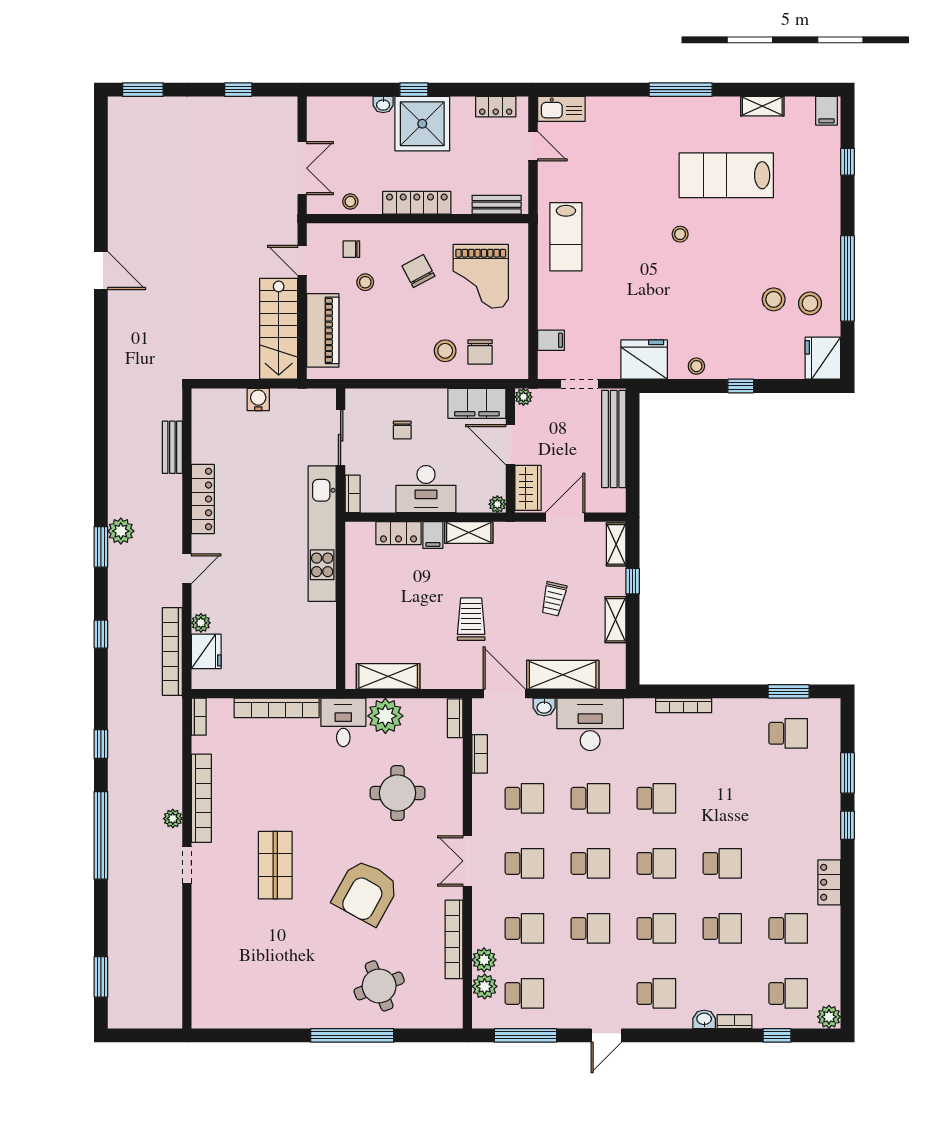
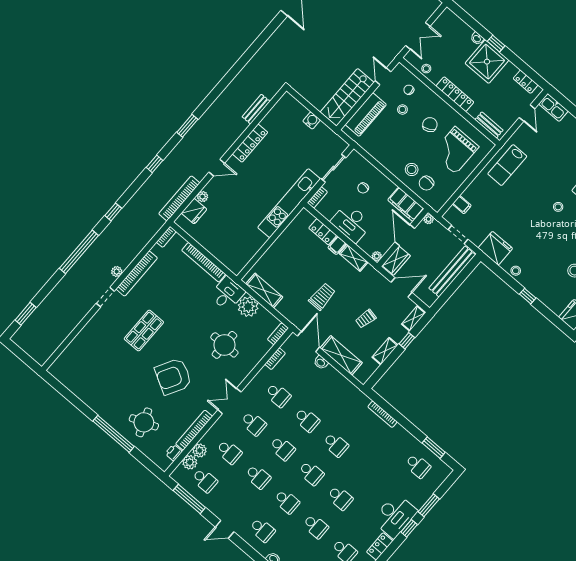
plant: (121, 531) -> (202, 126), removed
desk: (590, 724) -> (395, 516), moved, turned 90
printer: (452, 992) -> (174, 453), added

